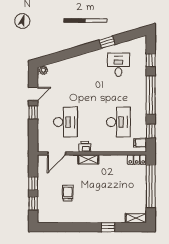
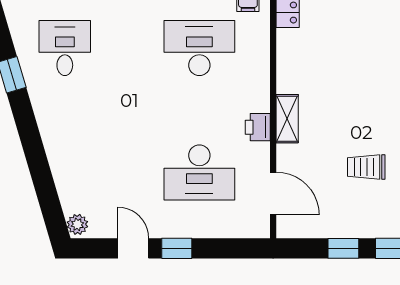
desk: (118, 65) -> (65, 48), turned 90
desk: (65, 122) -> (199, 173), turned 180

